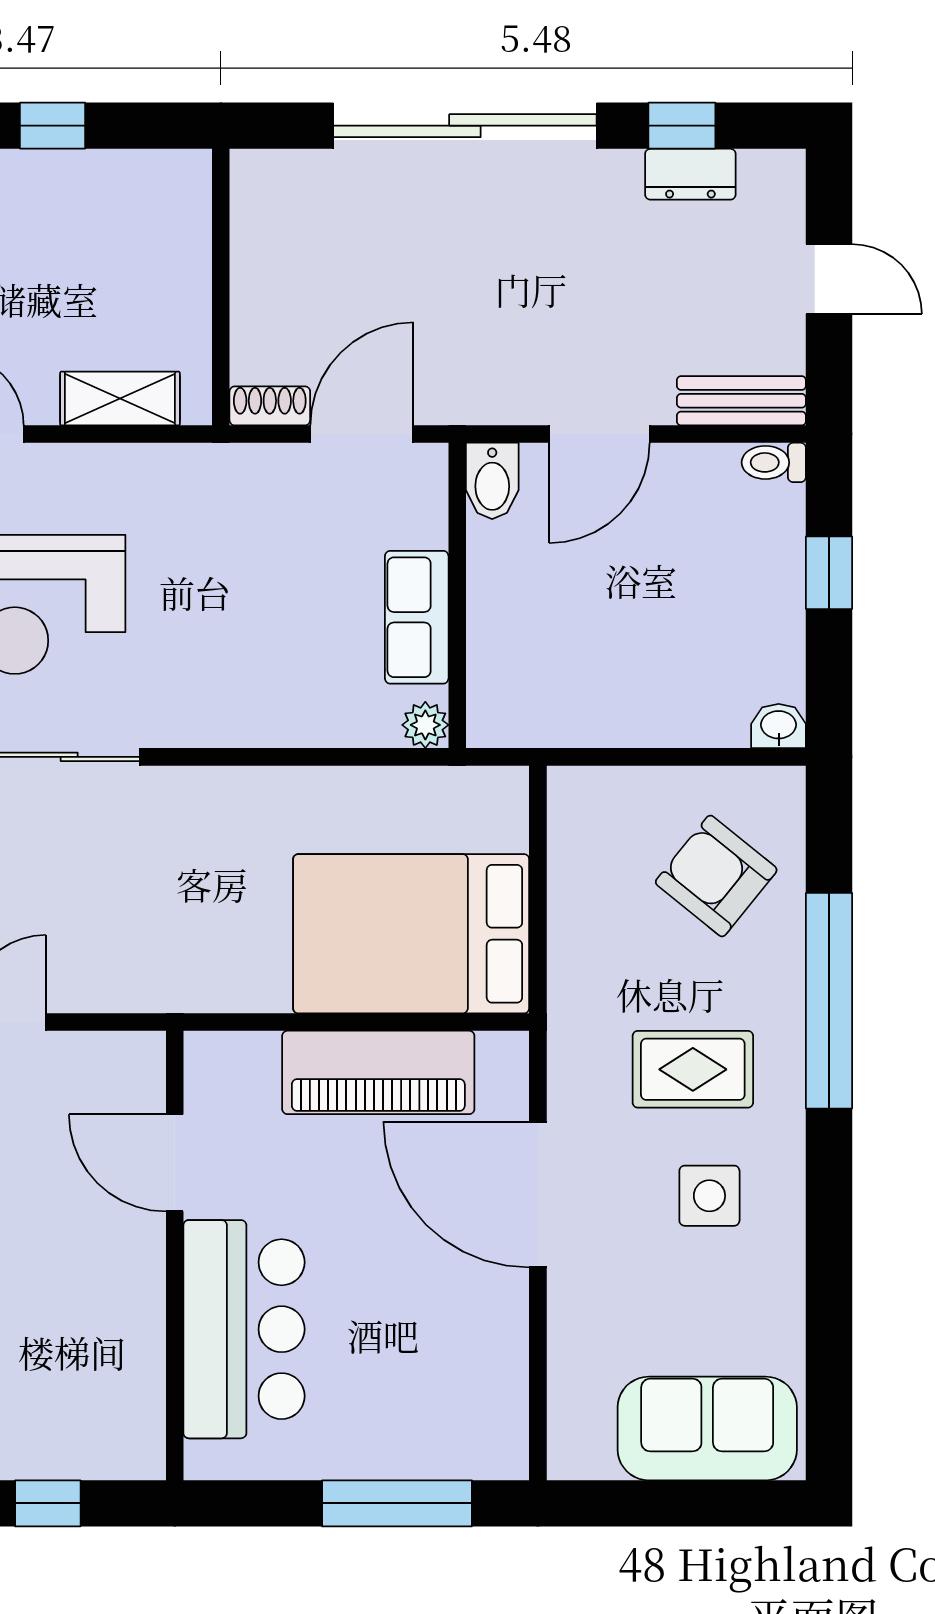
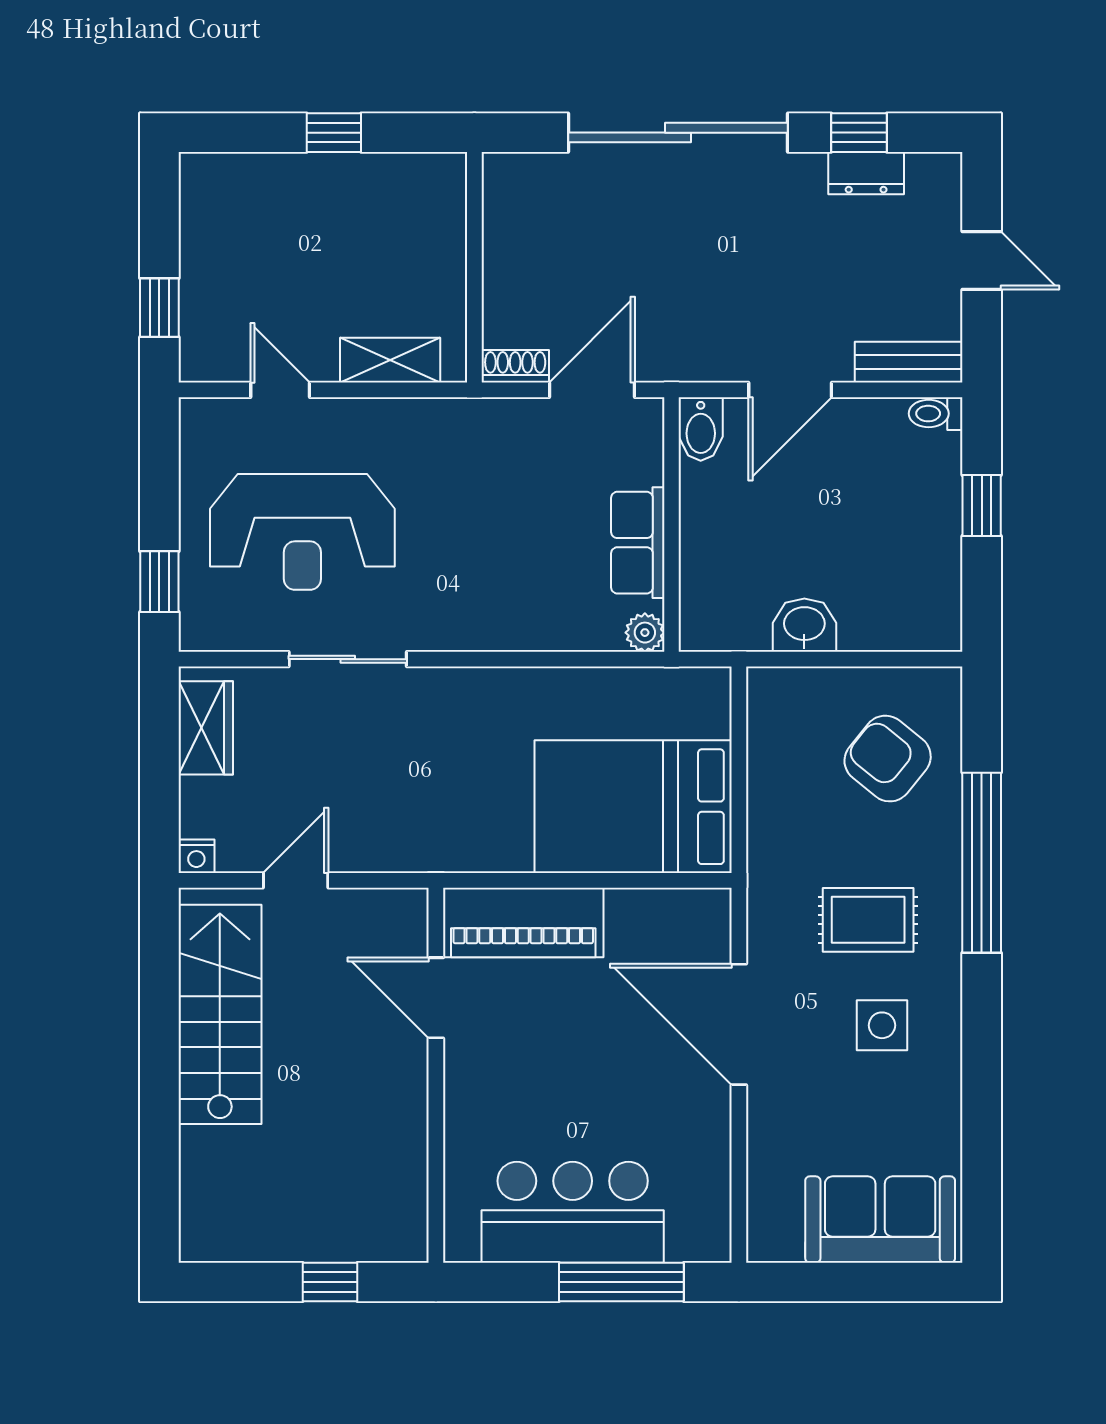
washbasin: (779, 726) -> (804, 625), moved, width x1.38, depth x1.45
piano: (378, 1072) -> (523, 922), moved
bar counter: (244, 1329) -> (573, 1212), moved, turned -90

